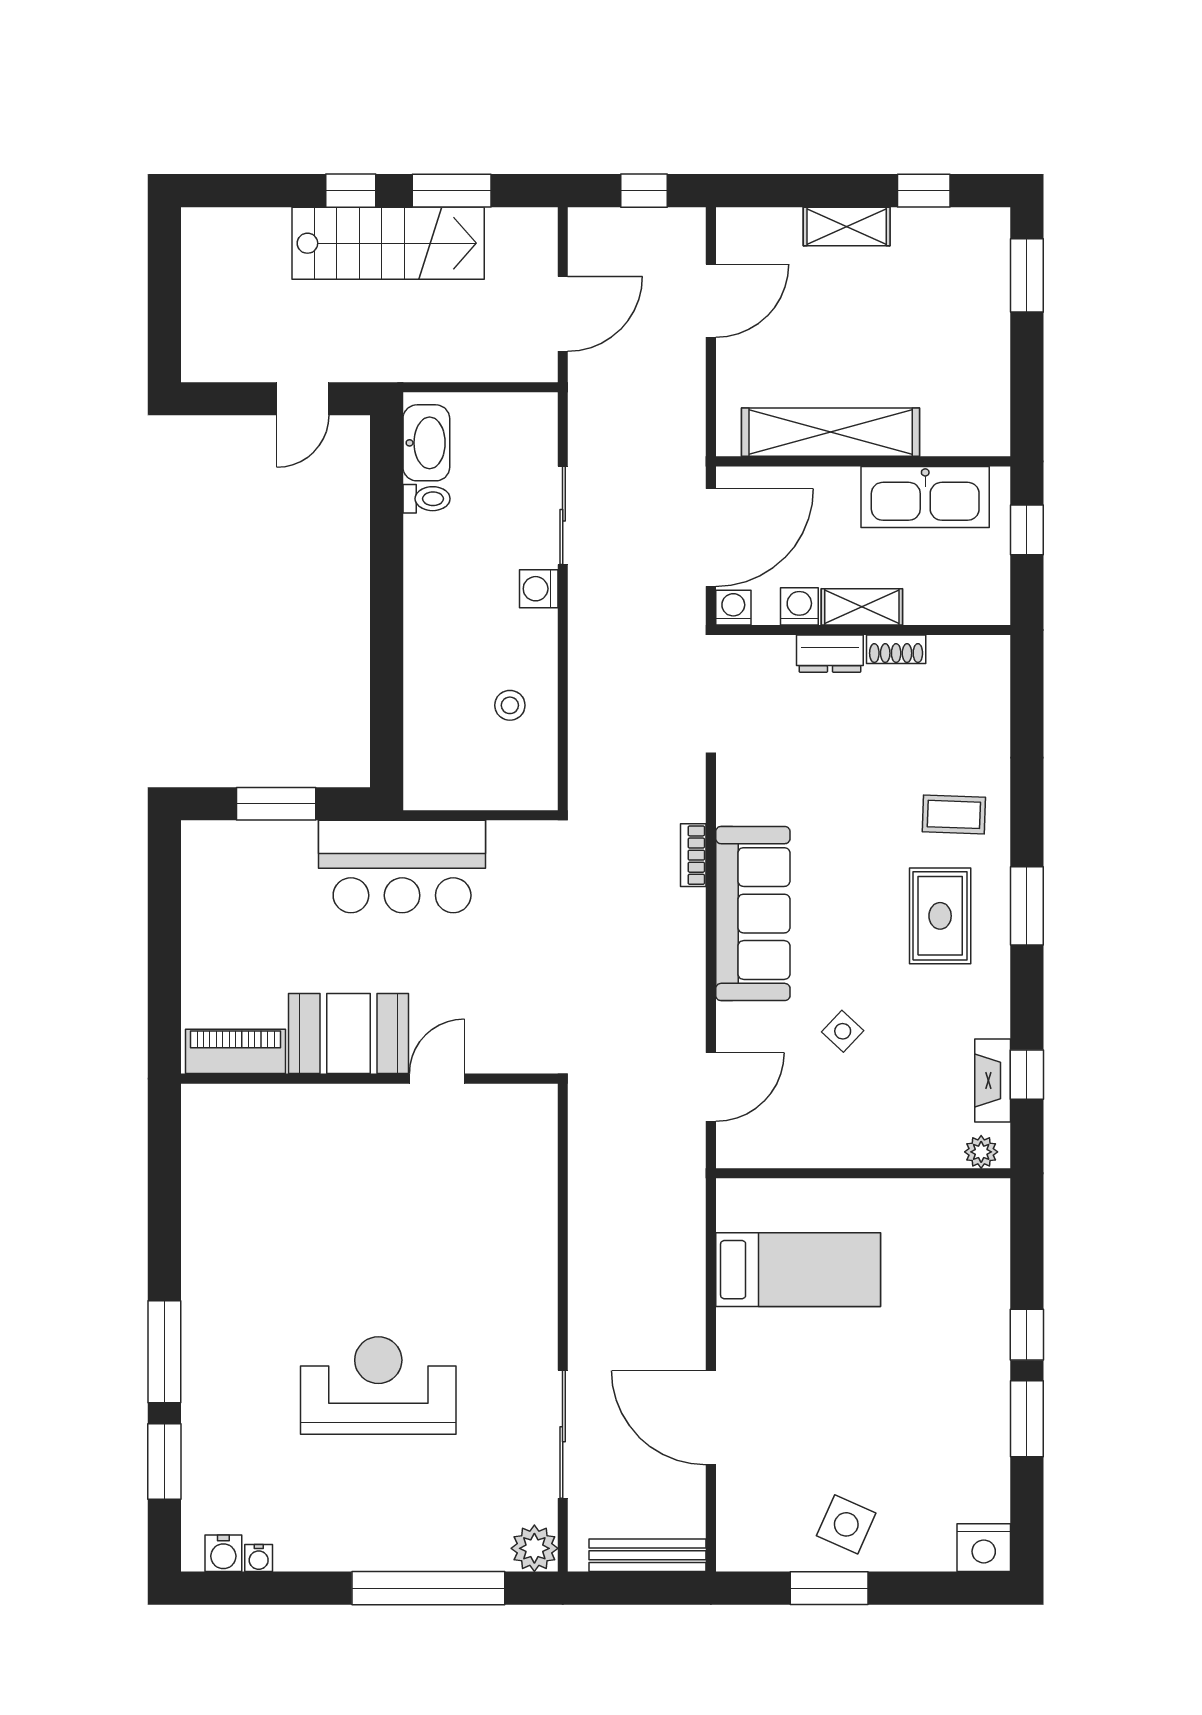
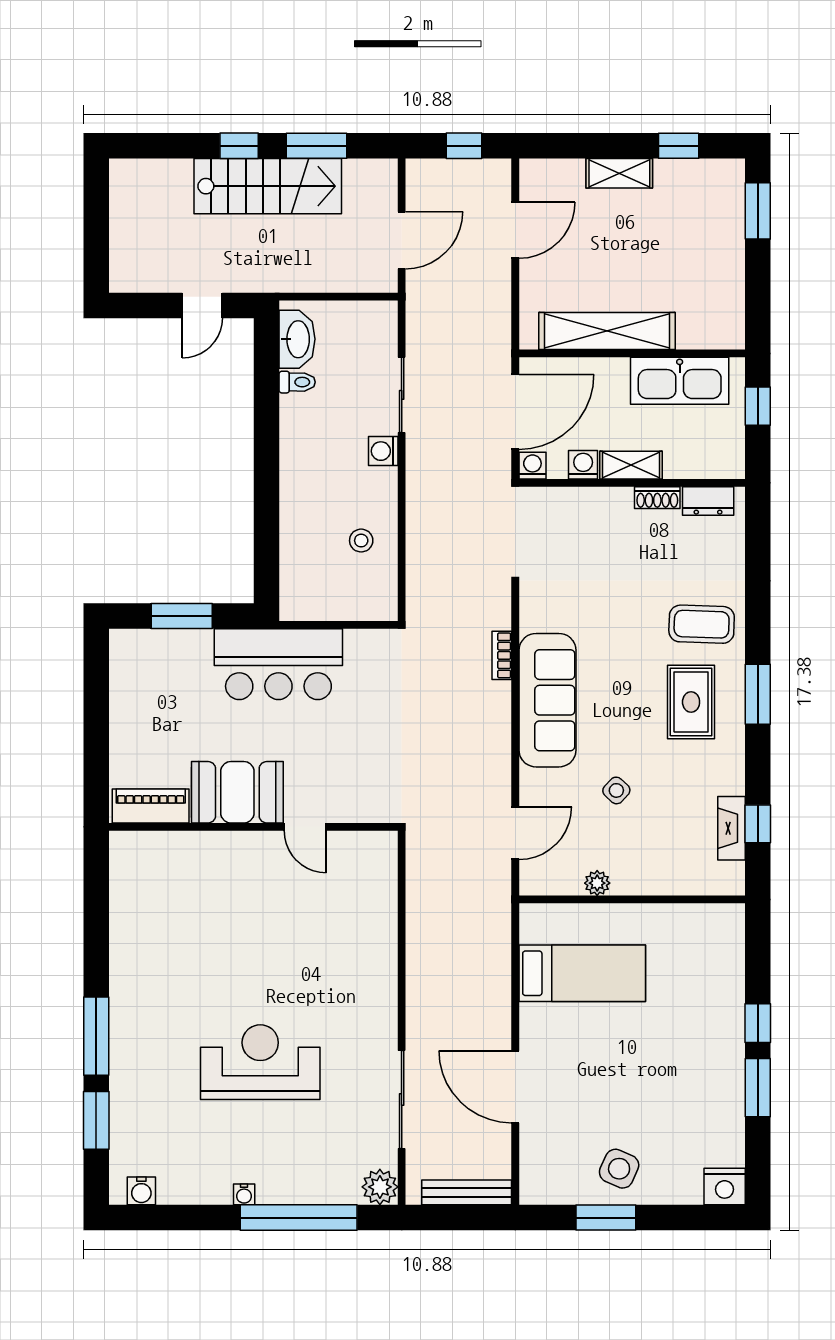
dresser: (830, 654) -> (708, 501), moved
coffee table: (954, 814) -> (702, 624), width x1.36, depth x1.30
door: (437, 1079) -> (305, 827), swing flipped
plant: (981, 1152) -> (597, 883), moved
water cooler: (259, 1558) -> (244, 1194), moved

